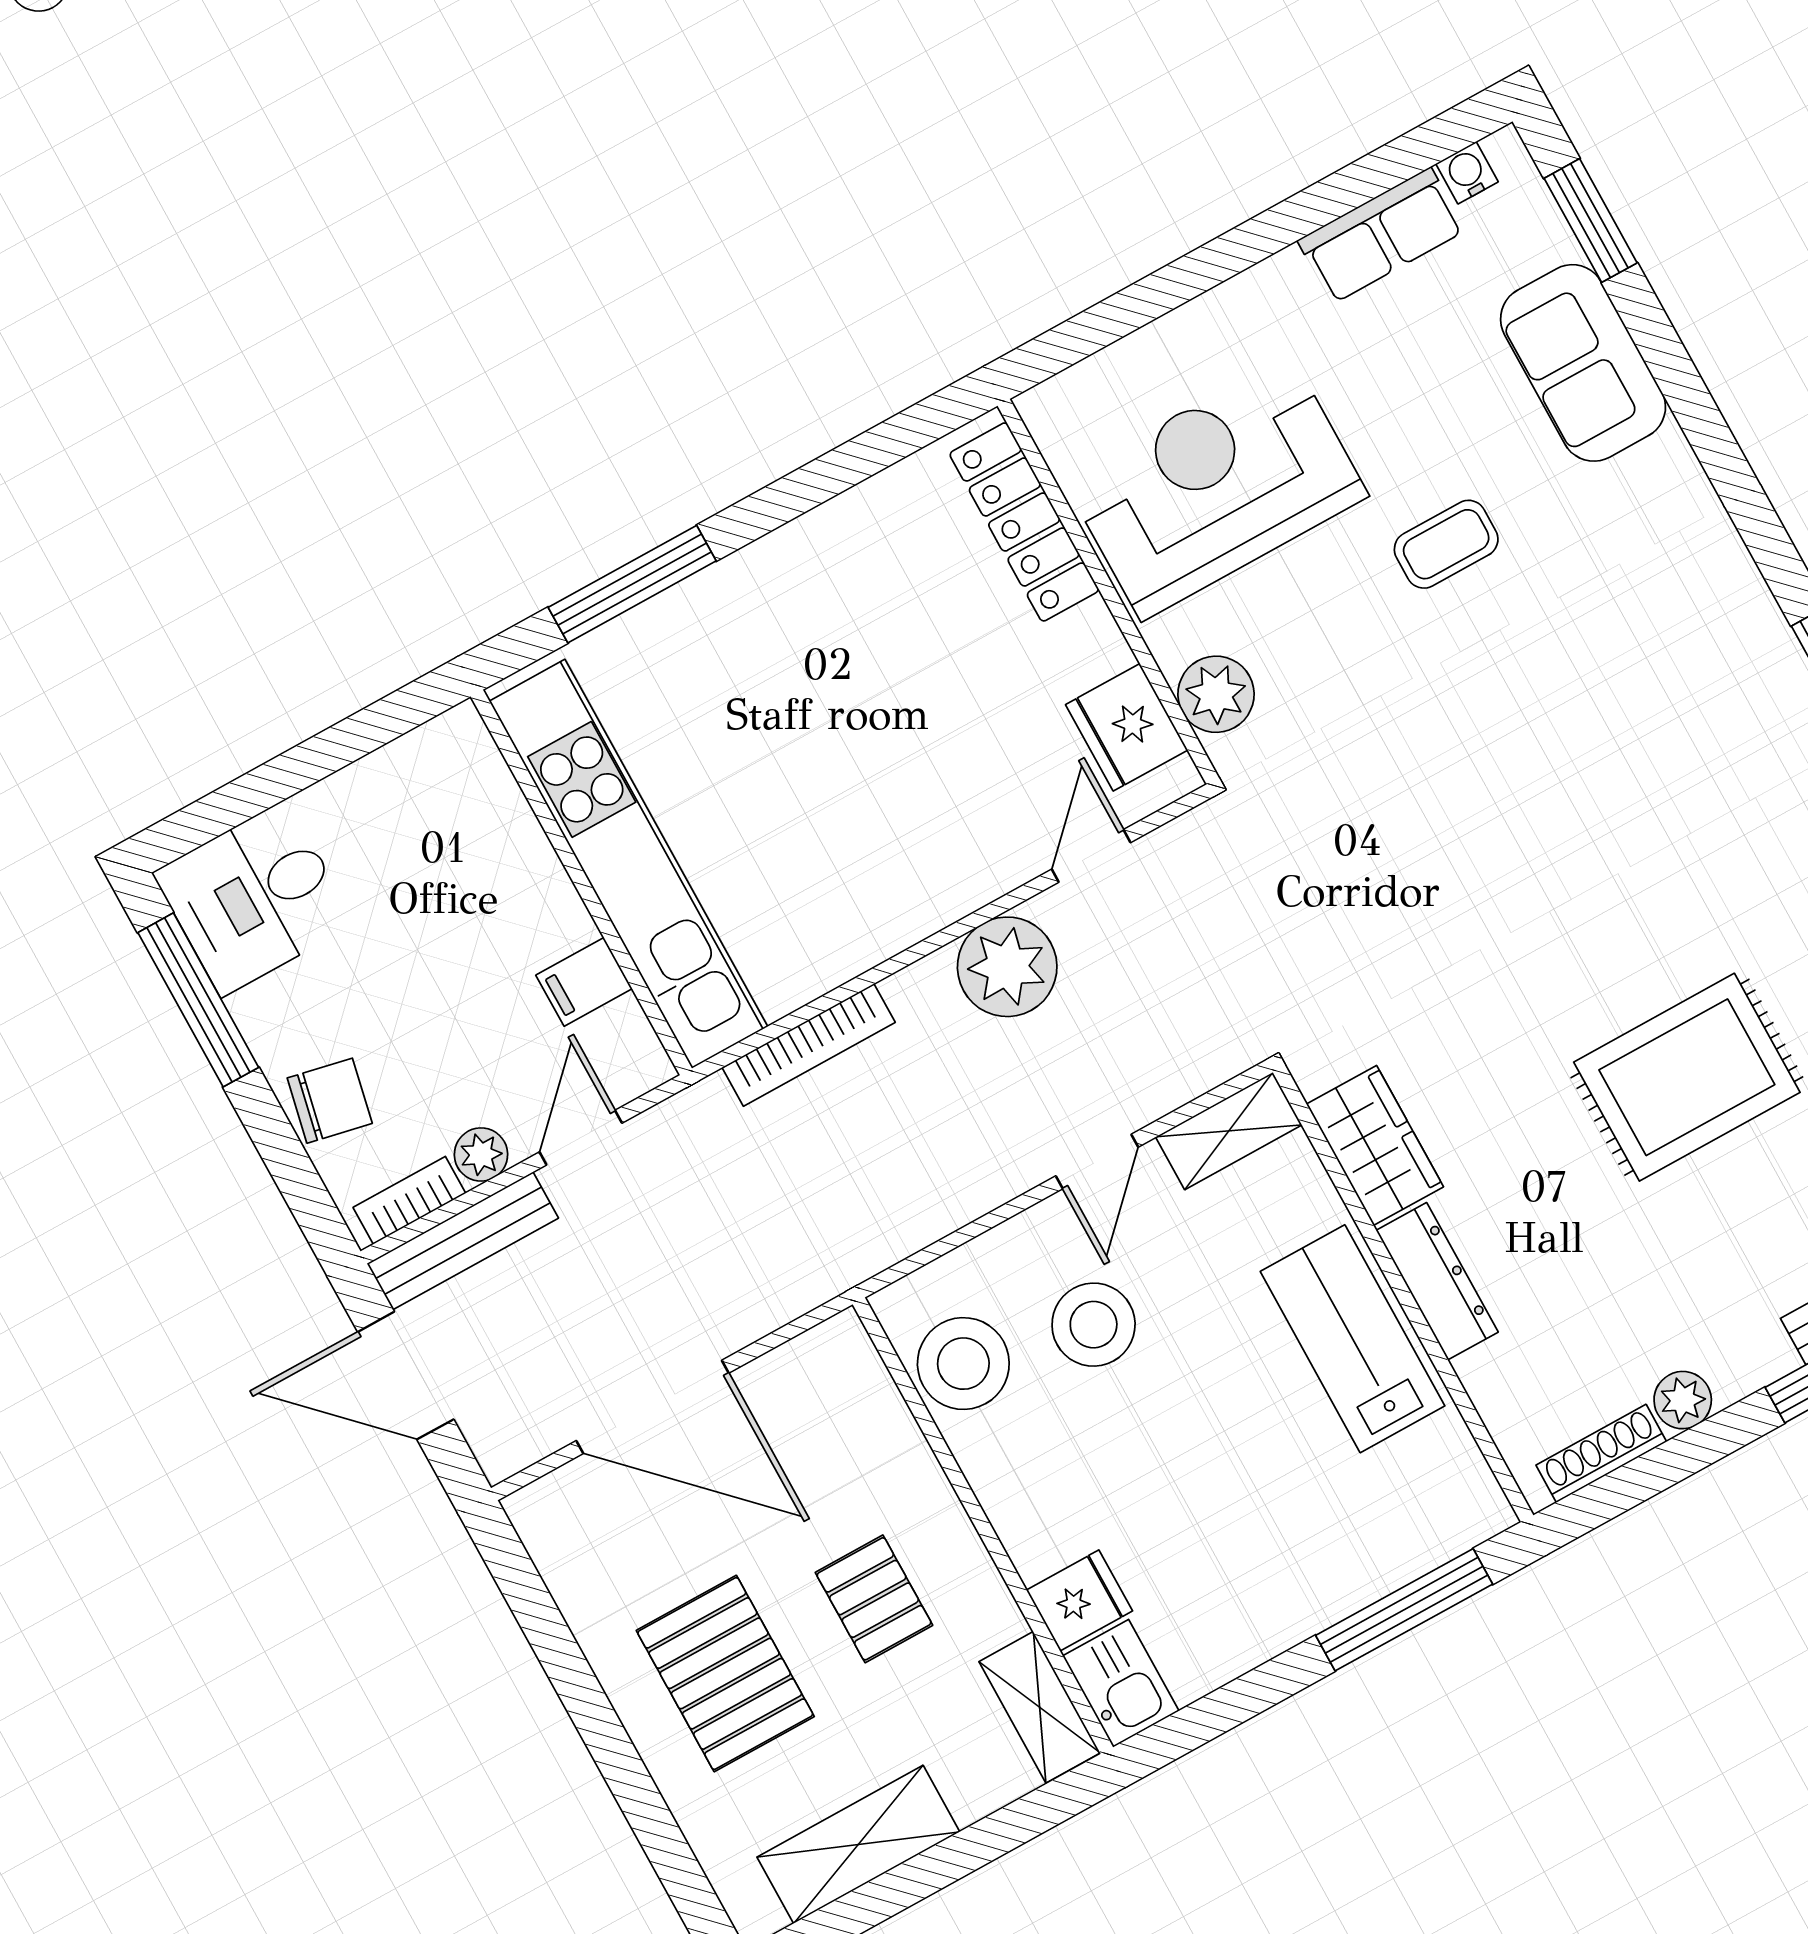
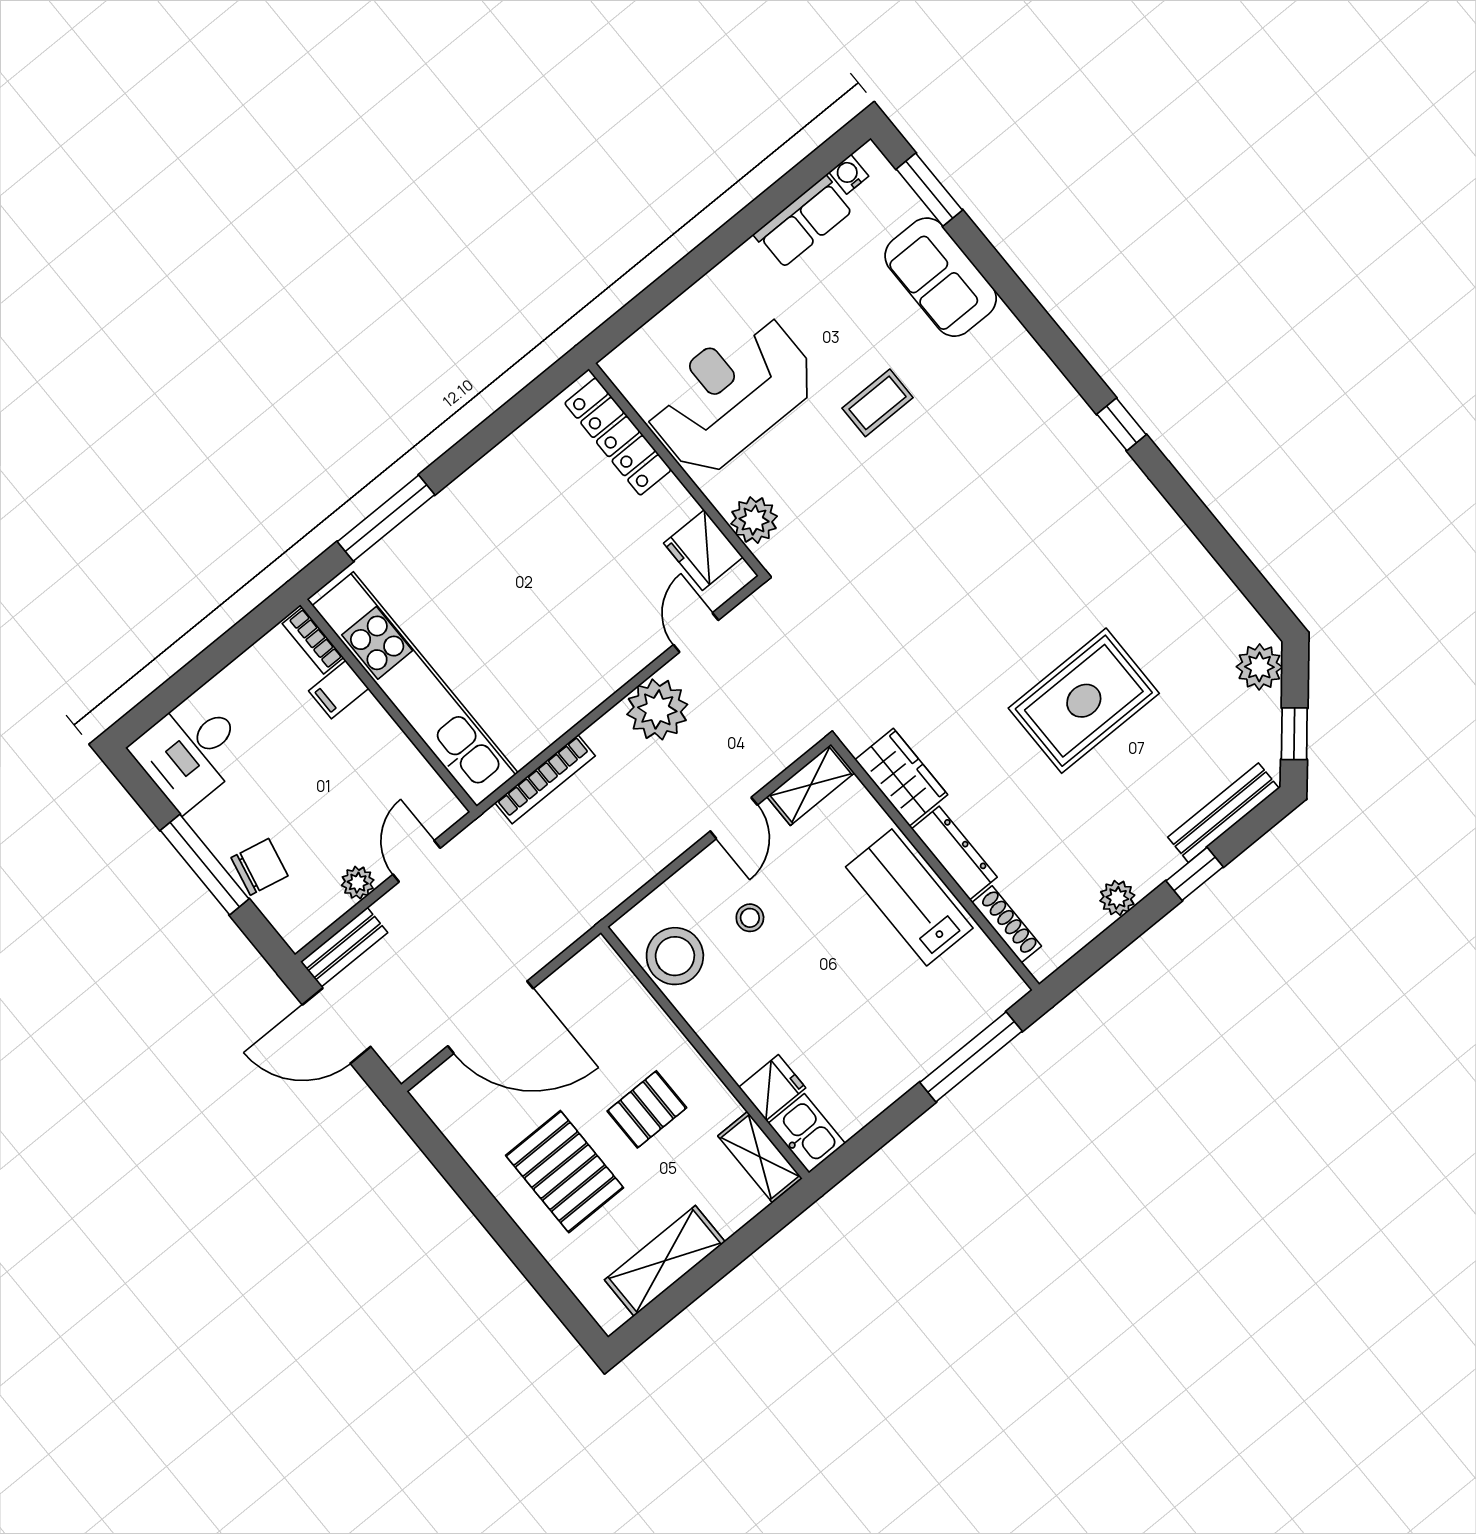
filing cabinet: (584, 982) -> (339, 690), moved
window: (198, 1000) -> (205, 865), moved
bookcase: (409, 1200) -> (313, 641), moved, turned -90
bench: (463, 1241) -> (344, 947), width x0.73
stool: (1094, 1325) -> (750, 918), width x0.53, depth x0.53
shoe rack: (1601, 1453) -> (1007, 924), moved, turned 90
pallet: (874, 1599) -> (647, 1109), turned 90

